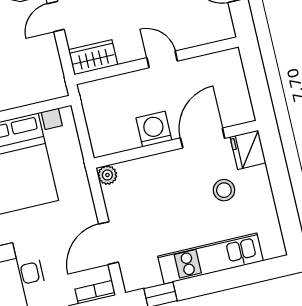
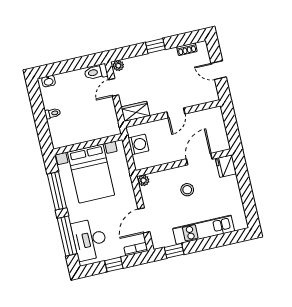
door: (162, 59) -> (176, 113), swing flipped
washing machine: (154, 129) -> (138, 144), moved, turned 90
stool: (224, 190) -> (187, 190), moved

